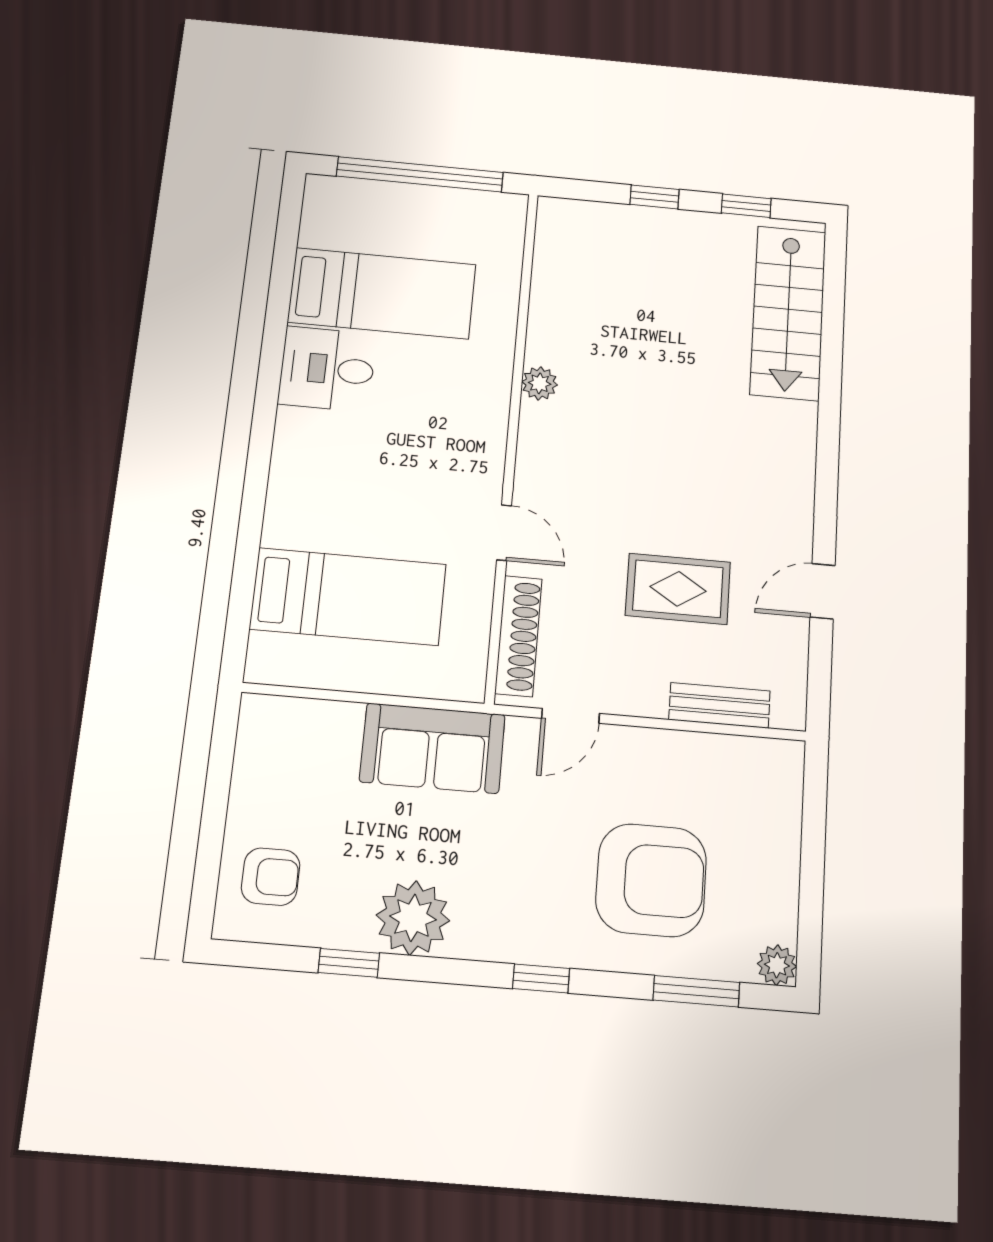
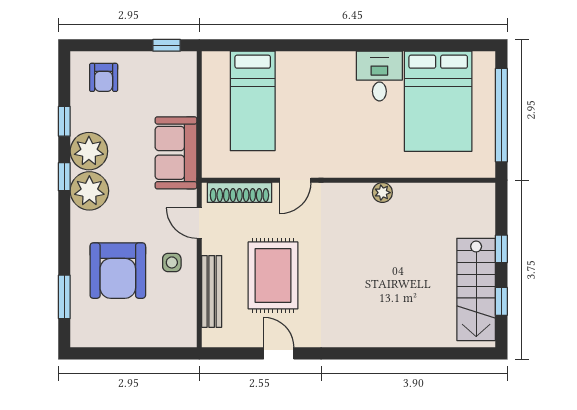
bed: (382, 293) -> (438, 101), width x1.50
stairs: (788, 313) -> (476, 289), moved, turned -90
rug: (678, 589) -> (273, 275), width x1.36, depth x1.43
bench: (720, 705) -> (212, 291), width x1.36
window: (222, 748) -> (167, 45), added
side table: (642, 774) -> (172, 262), added
plant: (777, 965) -> (89, 191), moved, width x1.87, depth x1.87
window: (541, 979) -> (64, 177), moved

